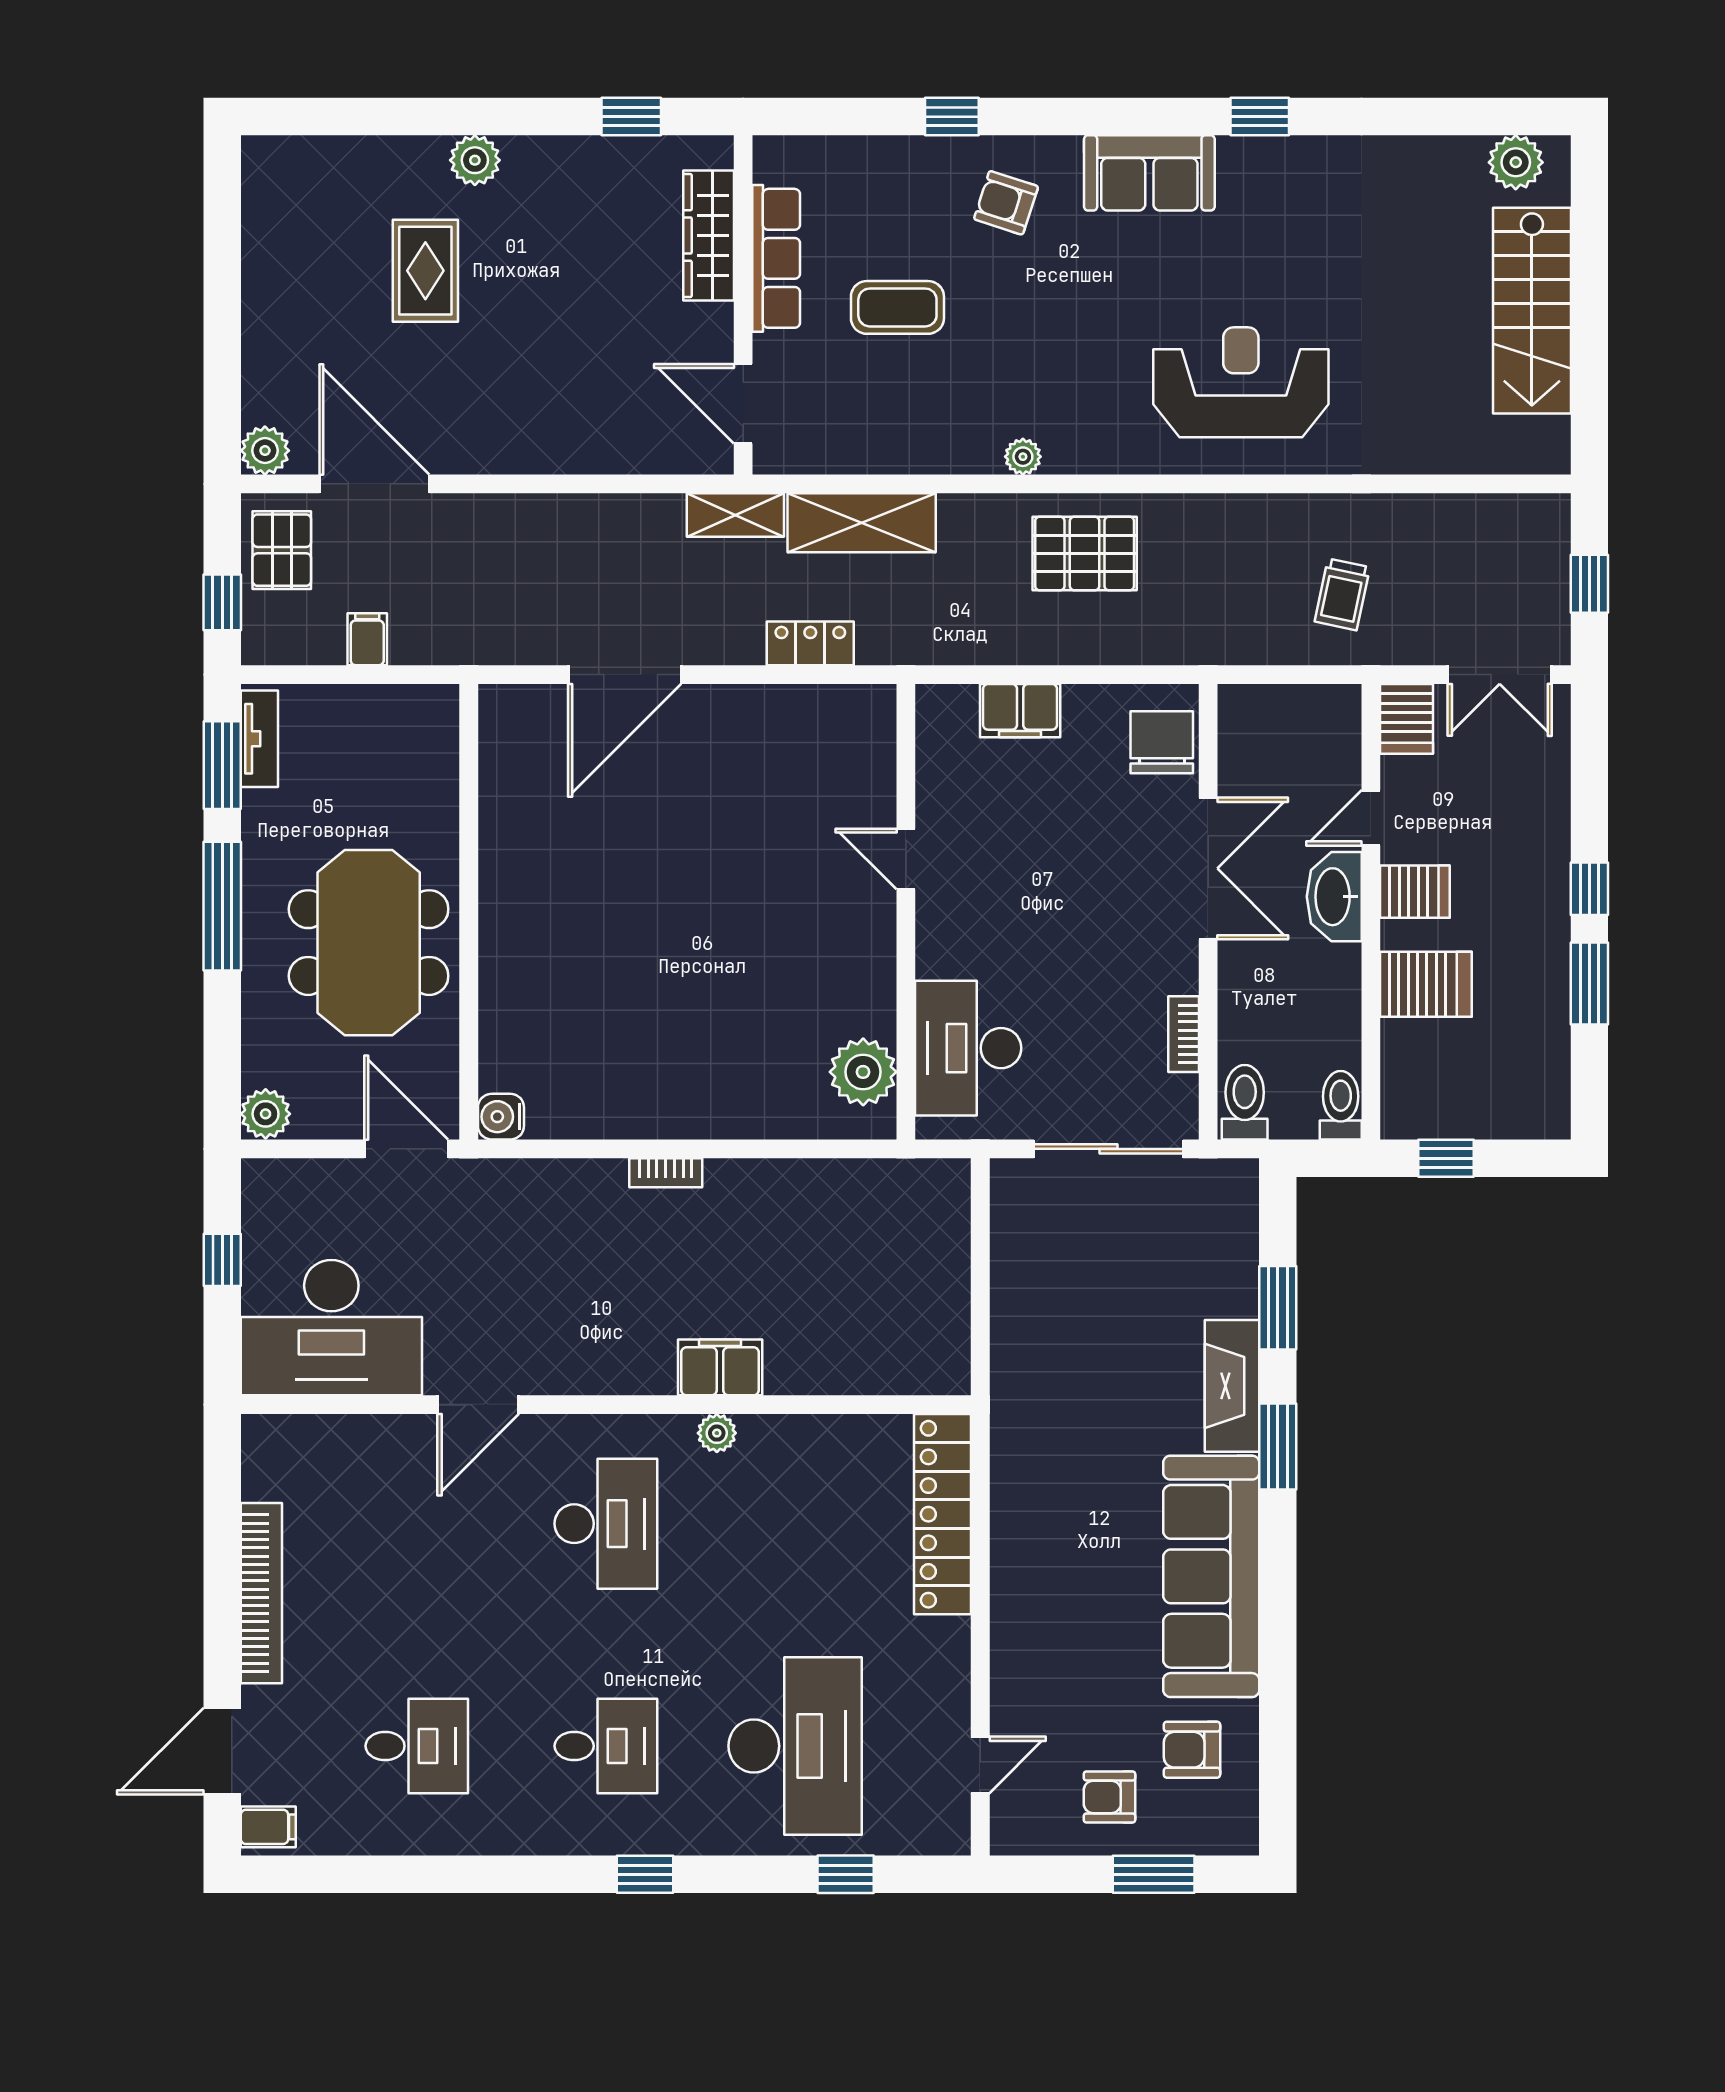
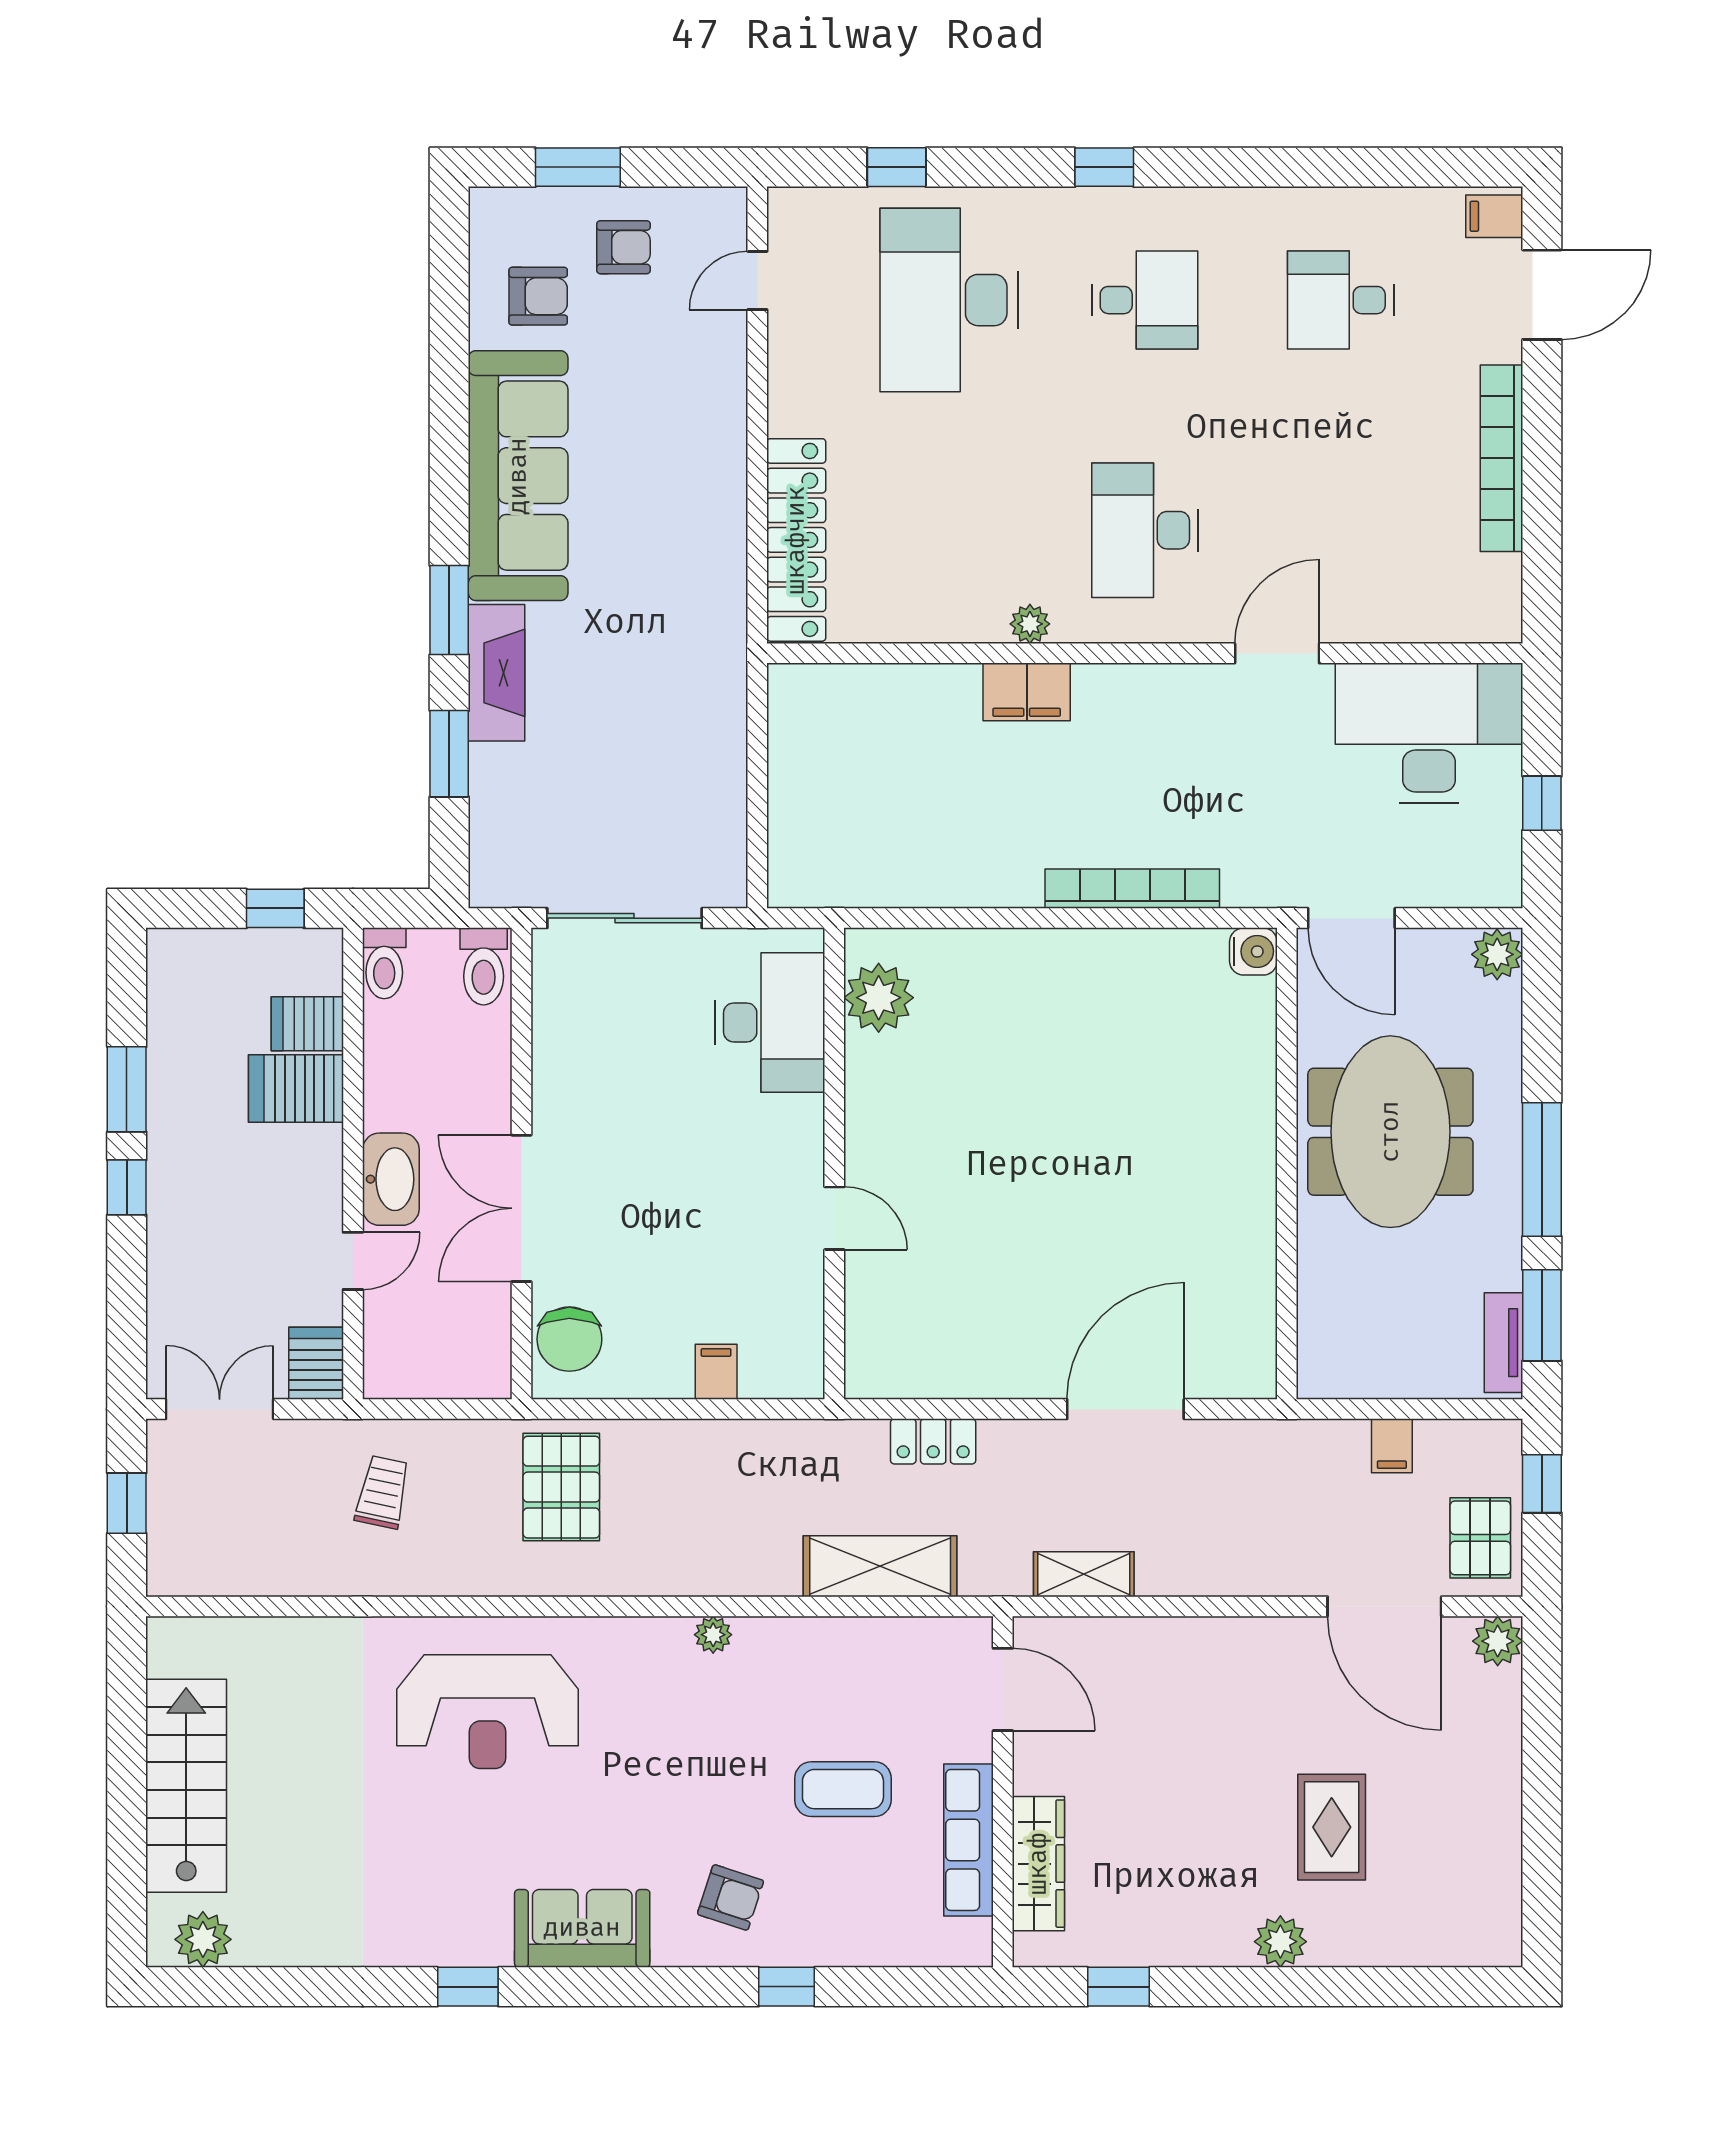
shelving: (735, 515) -> (1084, 1574), moved
pallet: (1085, 554) -> (561, 1487), moved, turned 90
filing cabinet: (1020, 711) -> (716, 1372), width x0.50
server rack: (1415, 892) -> (307, 1024), moved
bookcase: (1184, 1034) -> (547, 1037), removed
bookcase: (666, 1173) -> (1132, 889), width x2.31, depth x1.31
desk: (606, 1746) -> (1145, 300), turned 180

